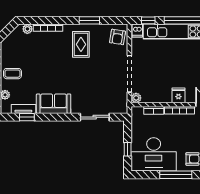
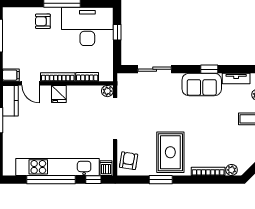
rug: (81, 44) -> (170, 152), width x1.36, depth x1.43
window: (27, 117) -> (209, 69), moved

